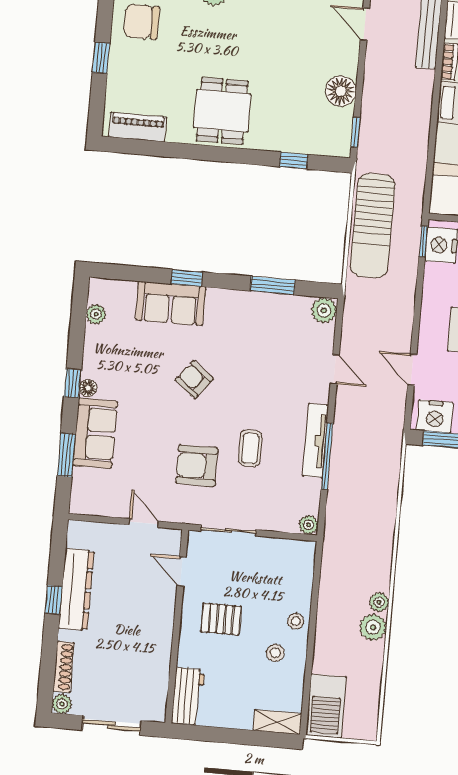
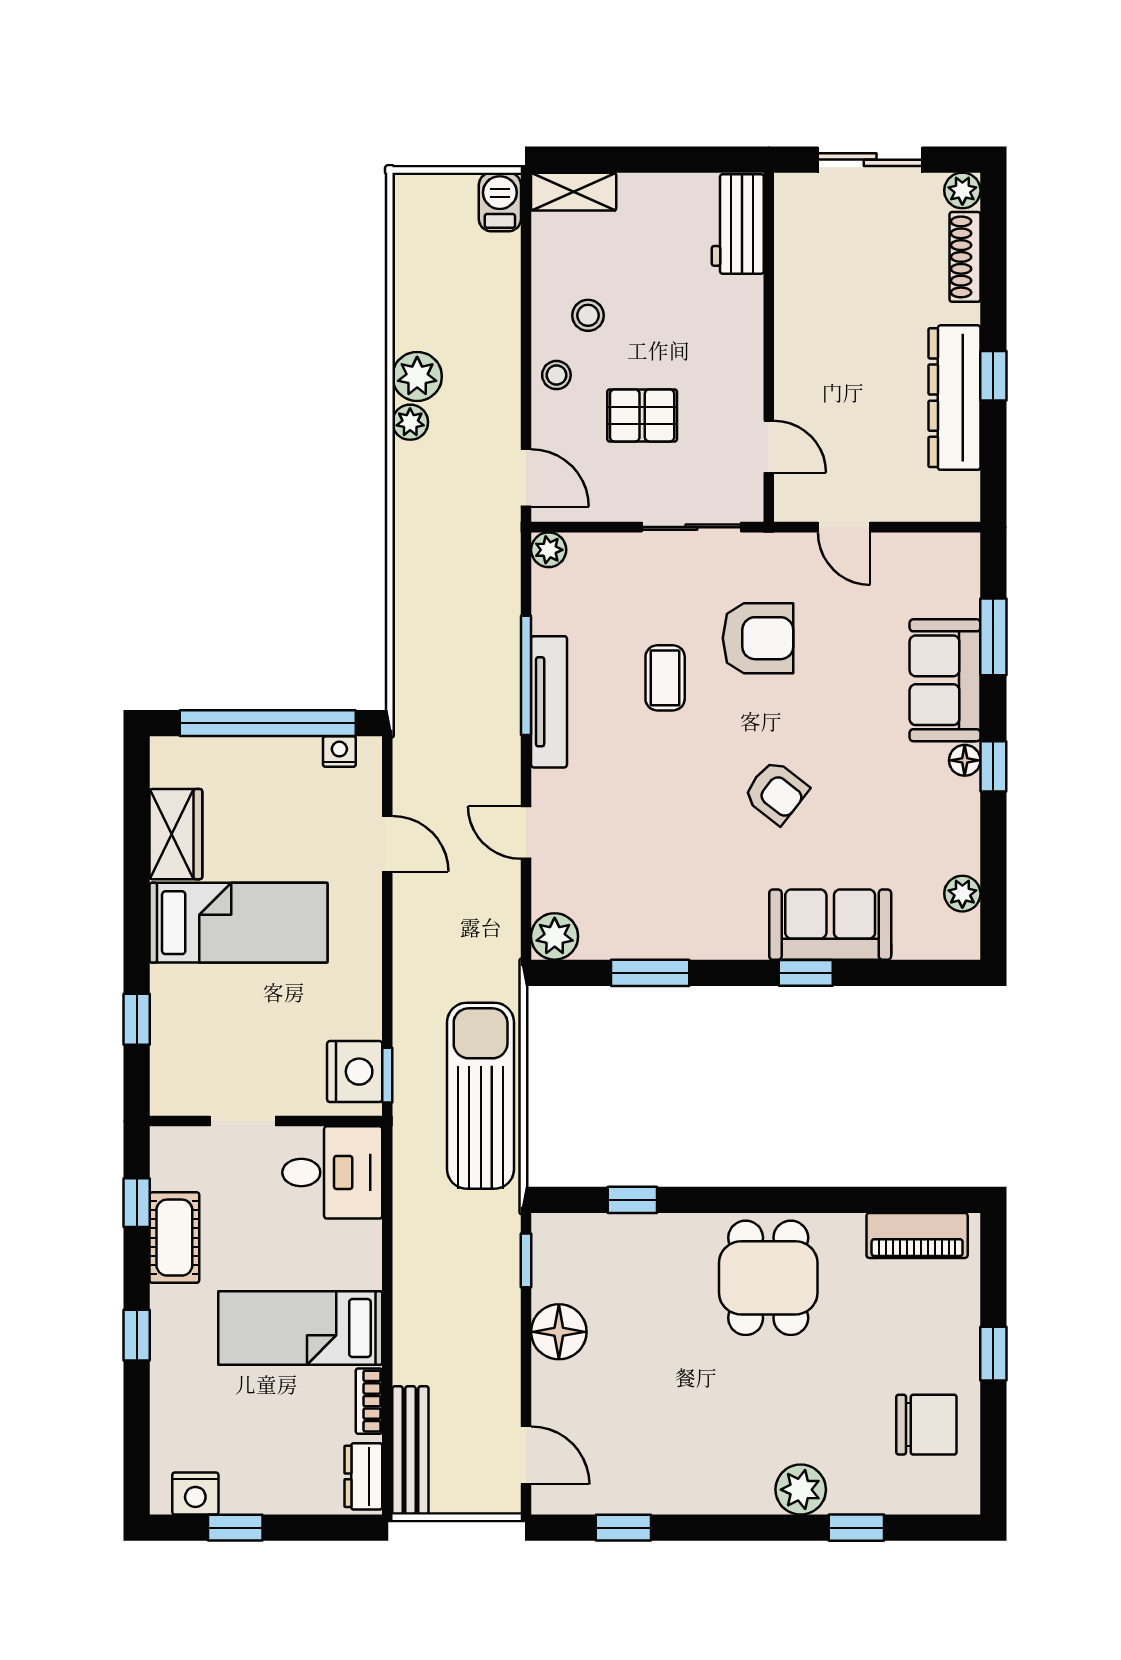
nightstand: (435, 416) -> (339, 751), width x0.53, depth x0.56
door: (318, 566) -> (526, 478), added
pallet: (221, 619) -> (642, 415), moved
barbecue: (326, 706) -> (500, 202), width x0.53, depth x0.65

